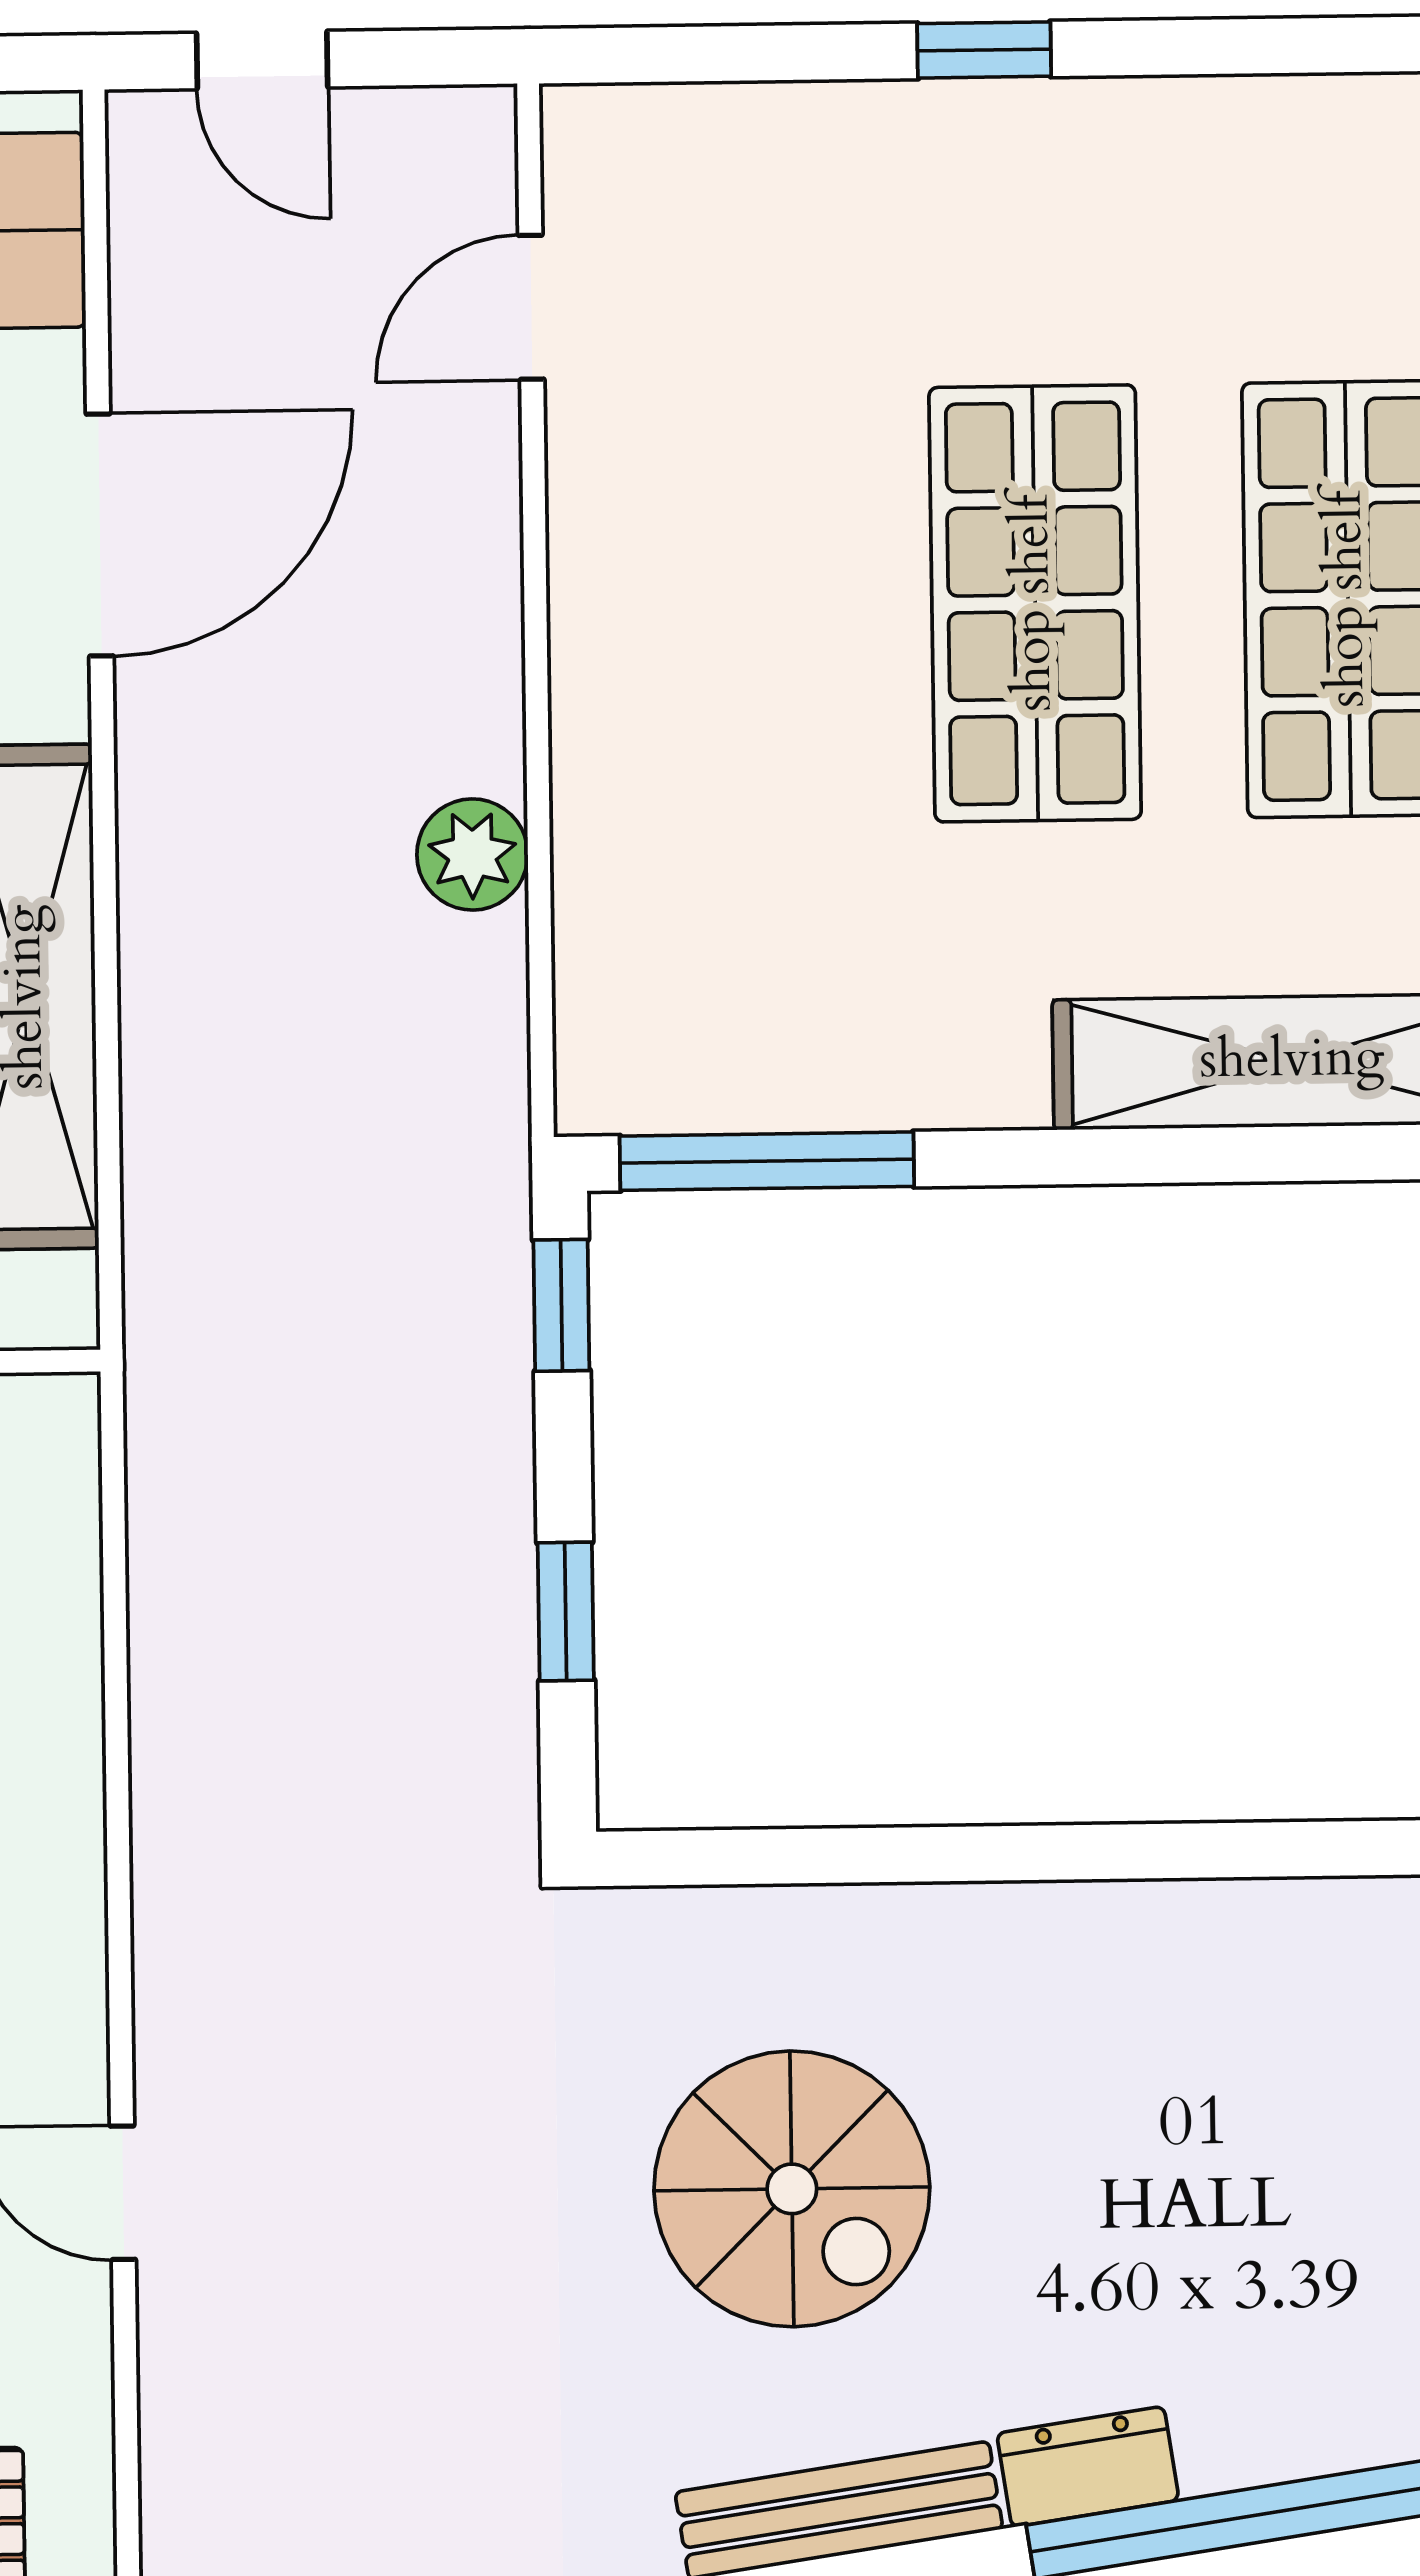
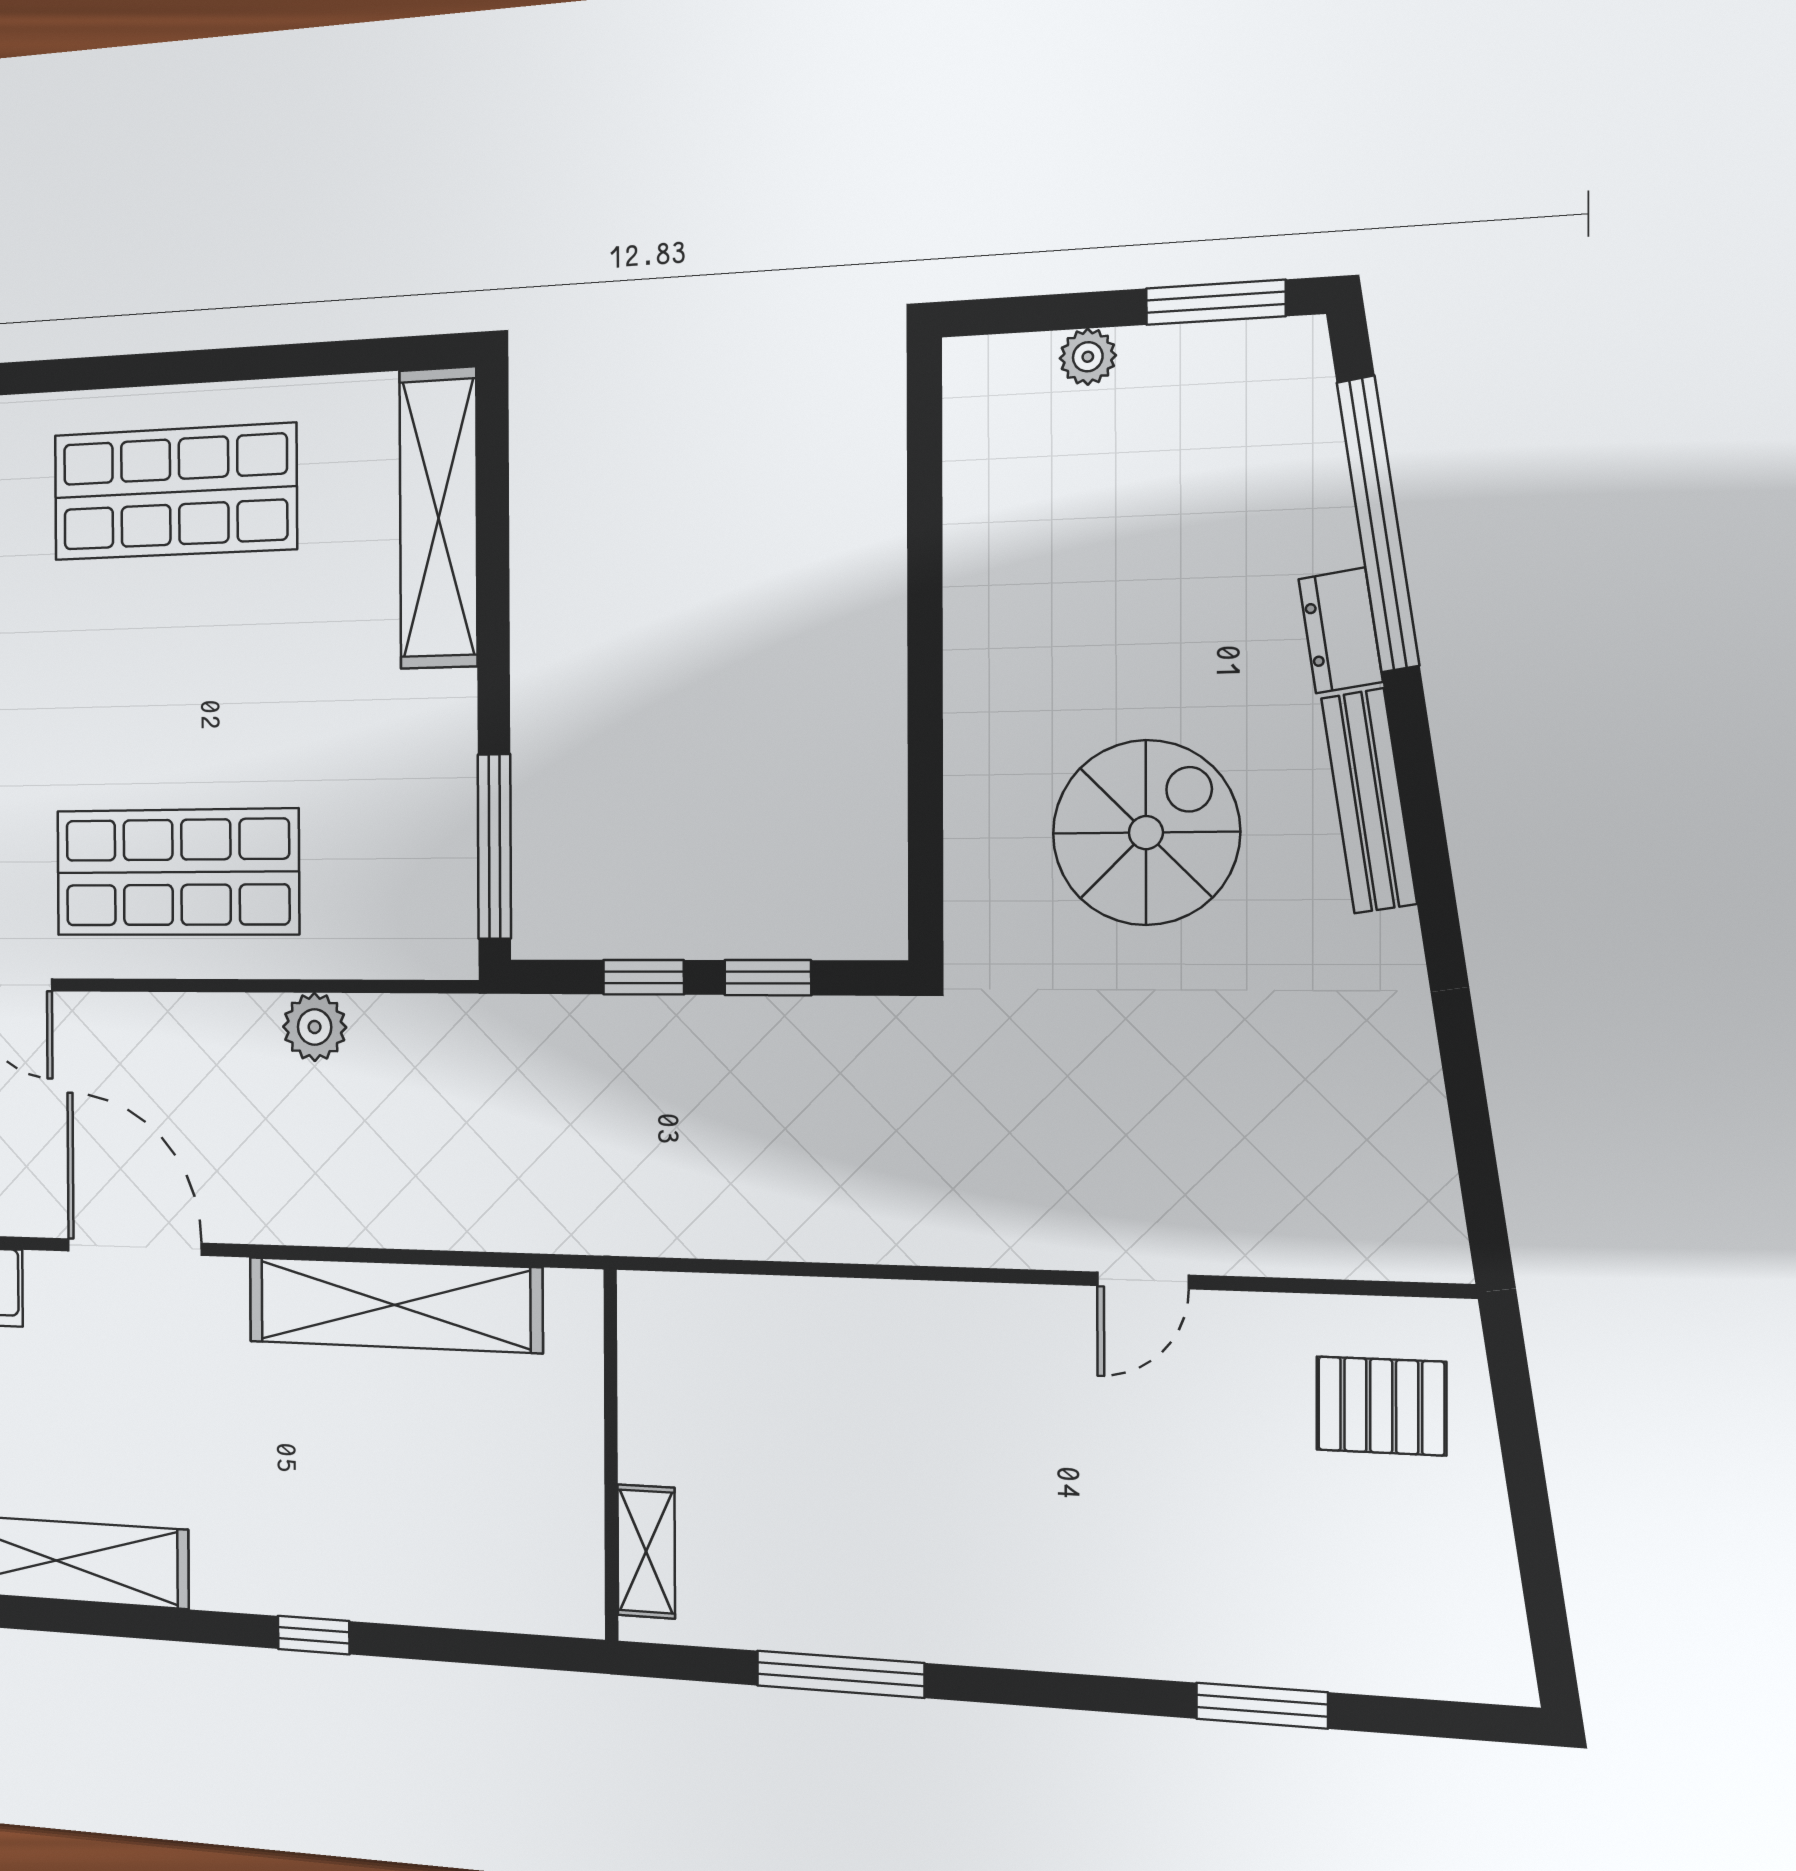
shop shelf: (1035, 603) -> (177, 872), moved
window: (561, 1305) -> (644, 977), moved

